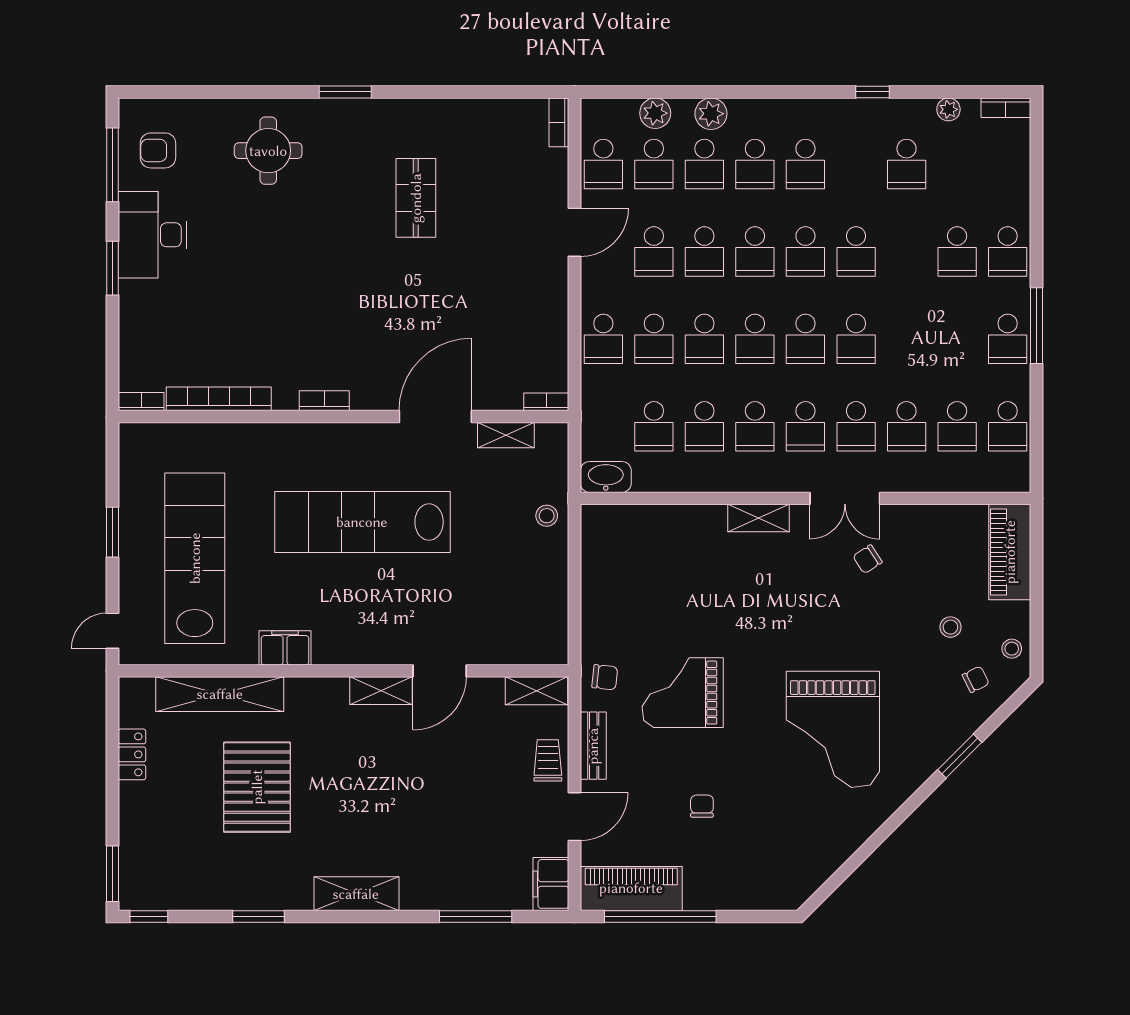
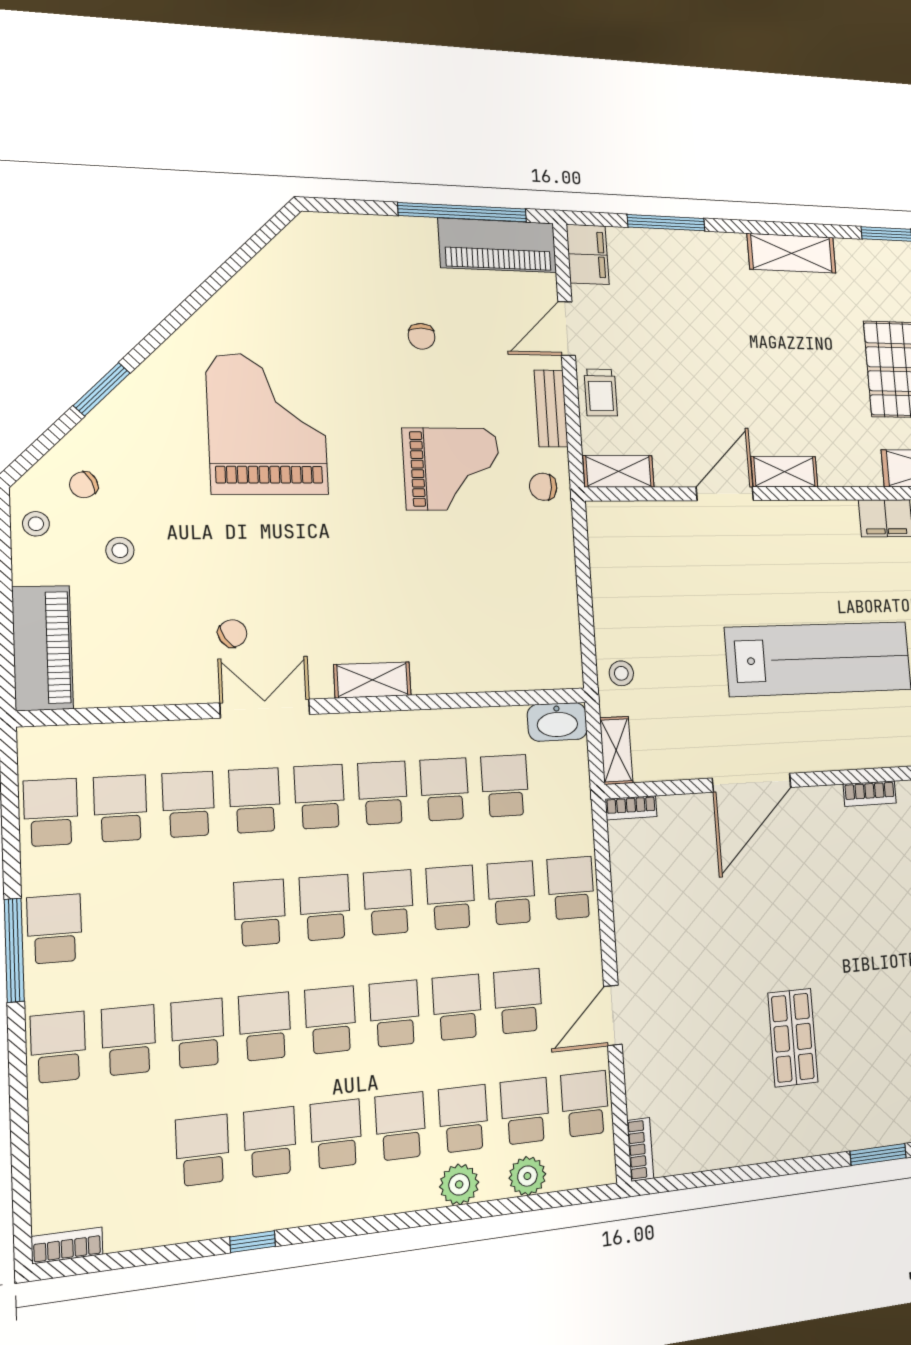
plant: (948, 109) -> (148, 1232), removed
school desk: (856, 164) -> (270, 1142), added
school desk: (907, 251) -> (198, 1033), added
shelving: (506, 435) -> (616, 750), moved, turned 90

